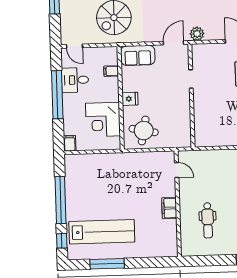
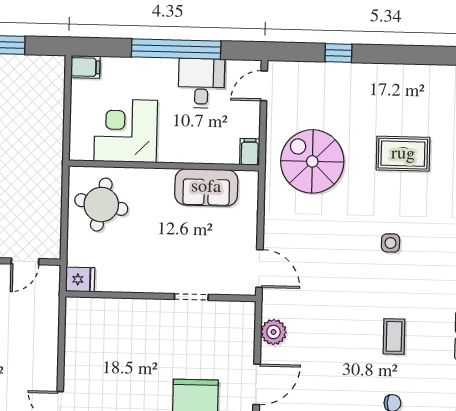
plant: (197, 34) -> (274, 332), moved
sofa: (138, 55) -> (206, 187), moved, turned -90
filing cabinet: (111, 71) -> (250, 152), moved
fridge: (130, 99) -> (80, 279), moved, turned -90

